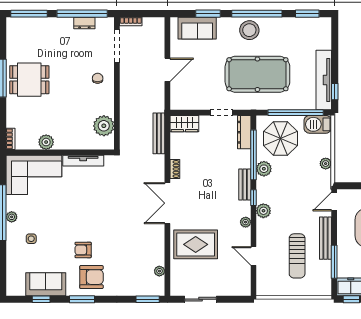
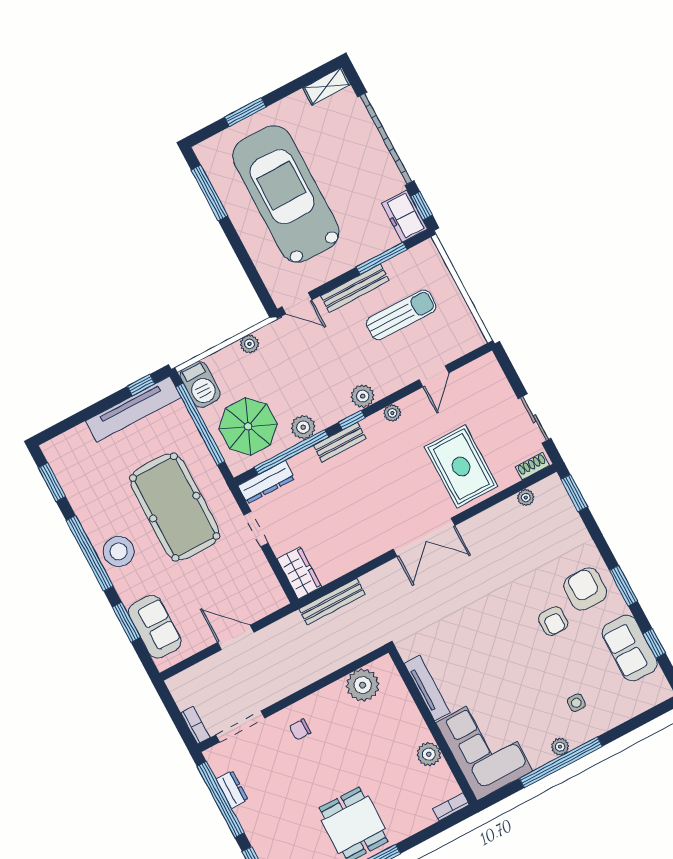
shoe rack: (175, 169) -> (532, 466), moved

